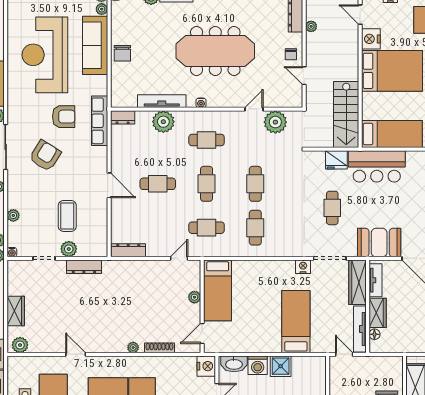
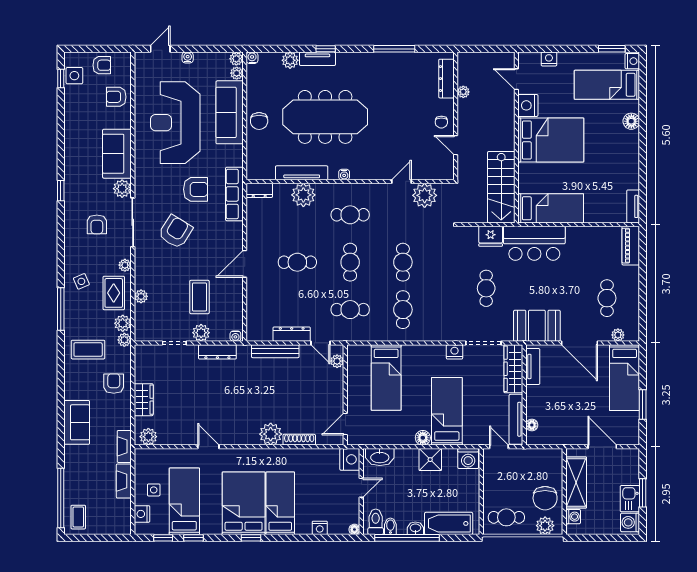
meeting table: (215, 51) -> (325, 117), moved
door: (109, 185) -> (245, 264), swing flipped
dresser: (128, 250) -> (292, 334), moved
water cooler: (12, 252) -> (235, 336), moved
door: (179, 258) -> (320, 343), swing flipped
bench: (137, 266) -> (275, 351), added
bed: (218, 290) -> (386, 378), moved
plant: (194, 297) -> (337, 361), moved
wardrobe: (378, 313) -> (535, 402), removed
floor lamp: (274, 346) -> (423, 438), added
plant: (133, 347) -> (271, 434), width x1.87, depth x1.87
washing machine: (258, 365) -> (468, 459), moved

